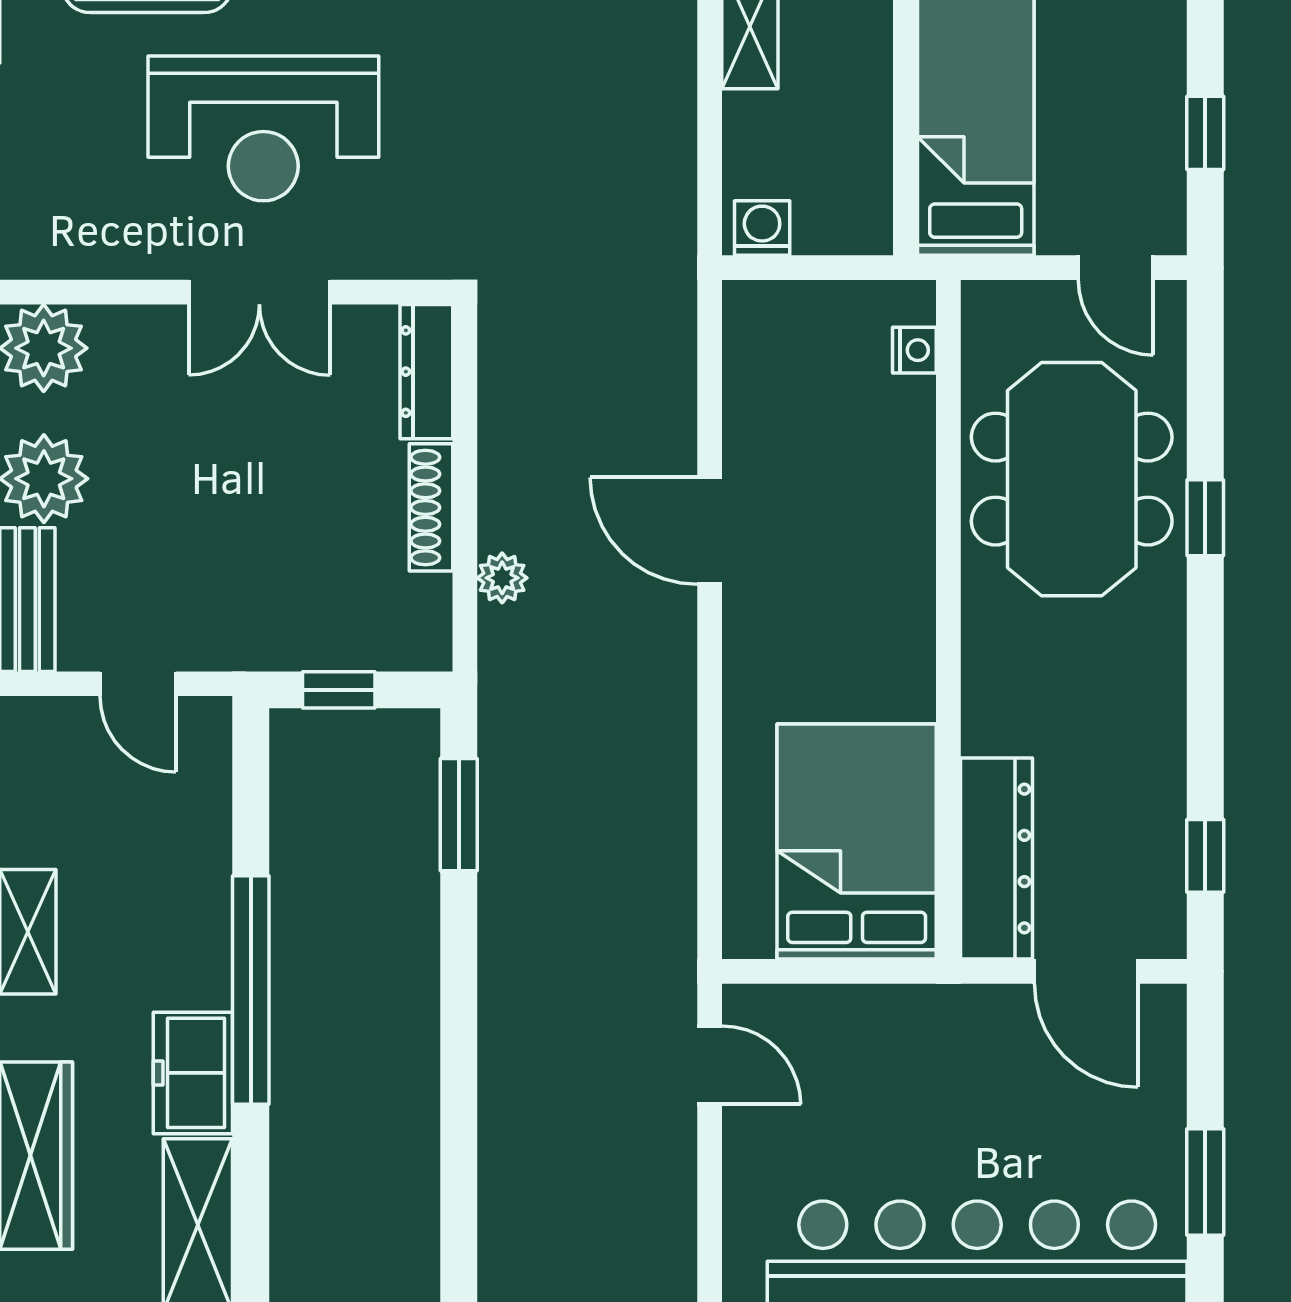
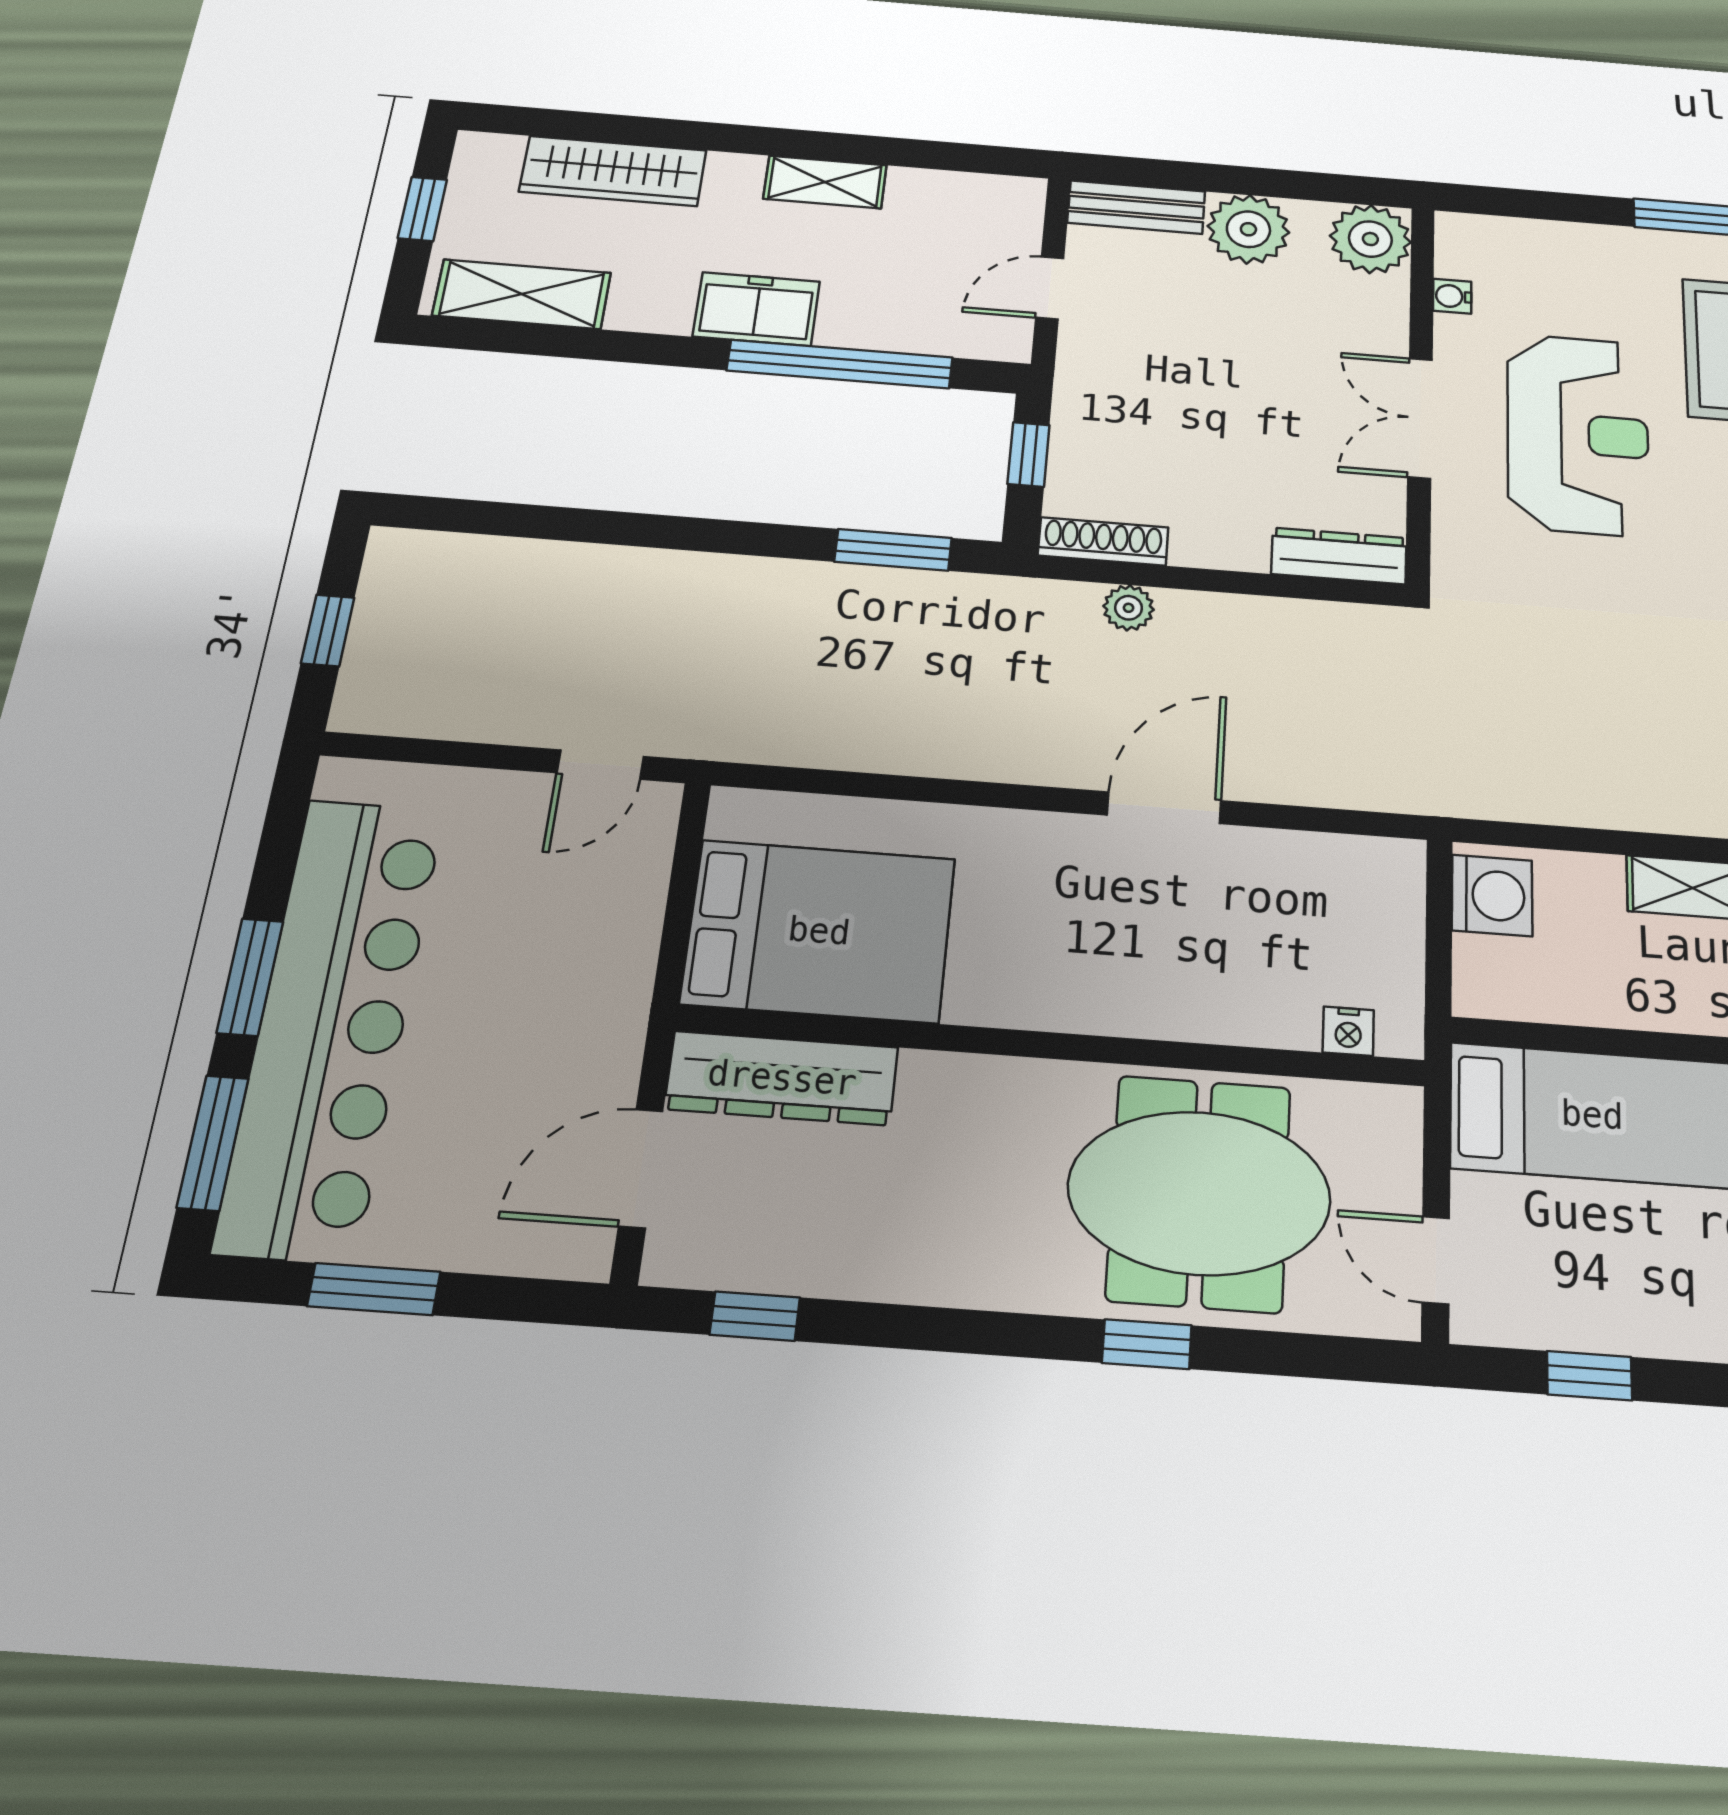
reception desk: (263, 128) -> (1578, 434), turned 180
washing machine: (762, 228) -> (1492, 895), width x1.38, depth x1.38
water cooler: (107, 260) -> (1452, 296), added
door: (1116, 268) -> (1436, 1260), hinge flipped
shoe rack: (431, 507) -> (1103, 541), moved
window: (251, 990) -> (840, 364), moved
freezer: (193, 1073) -> (756, 309), moved

